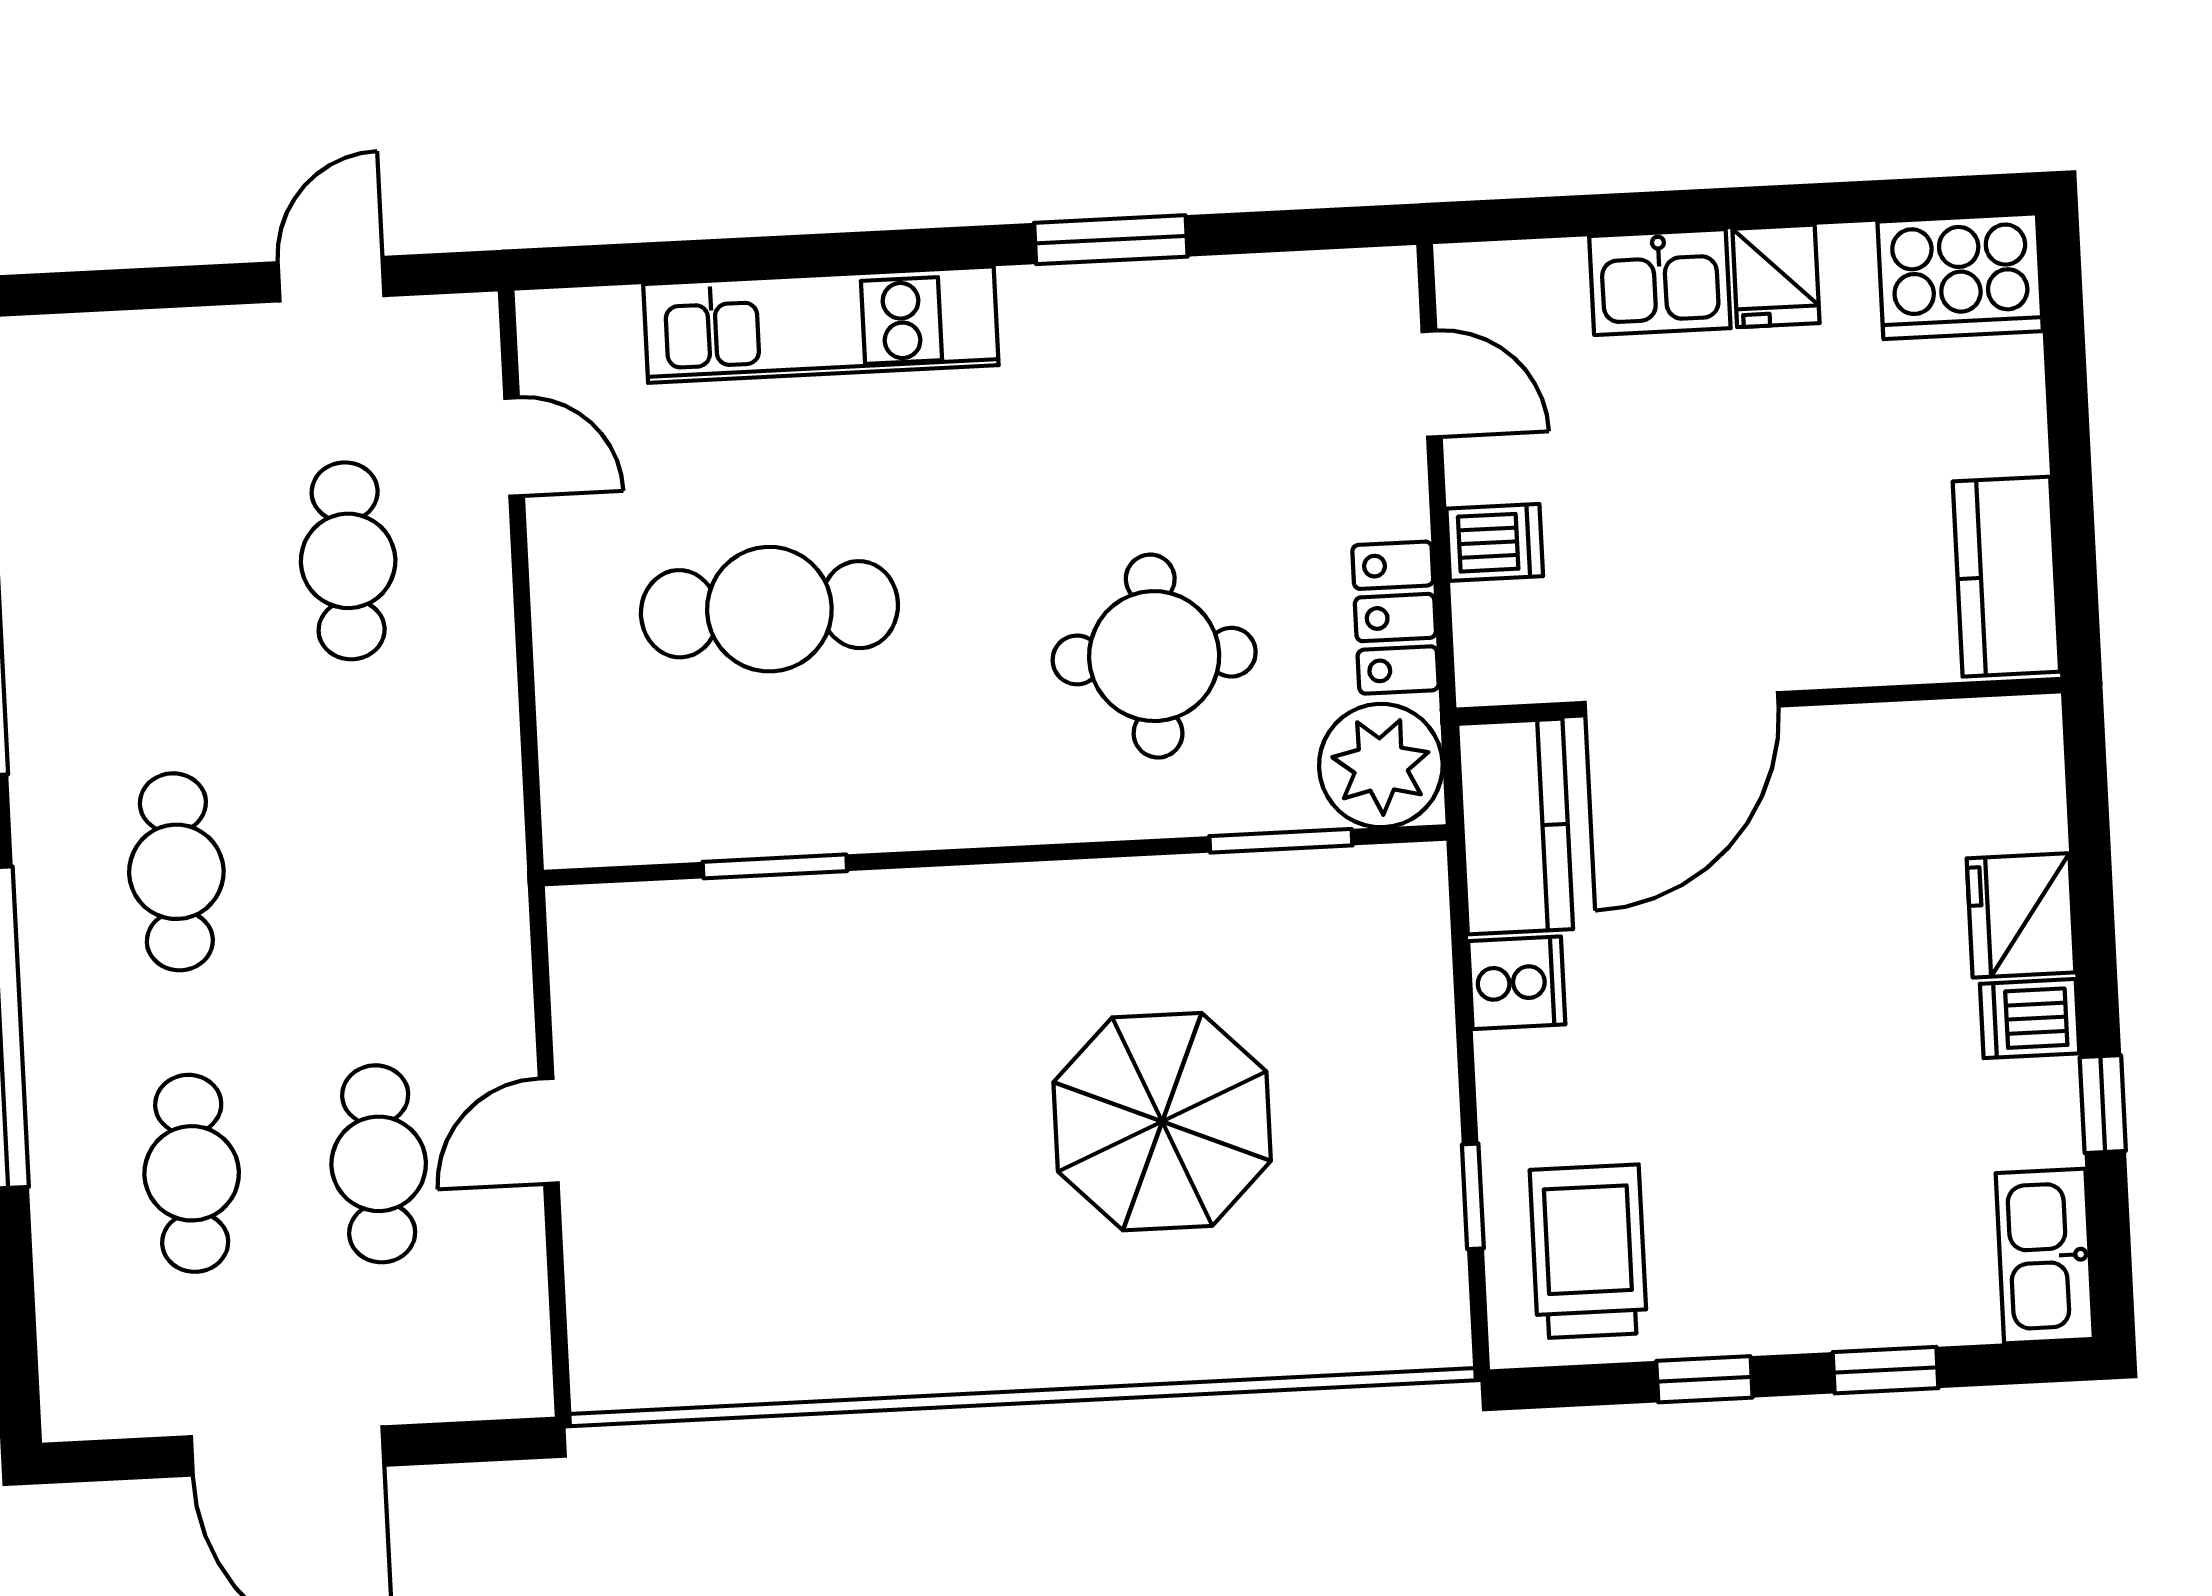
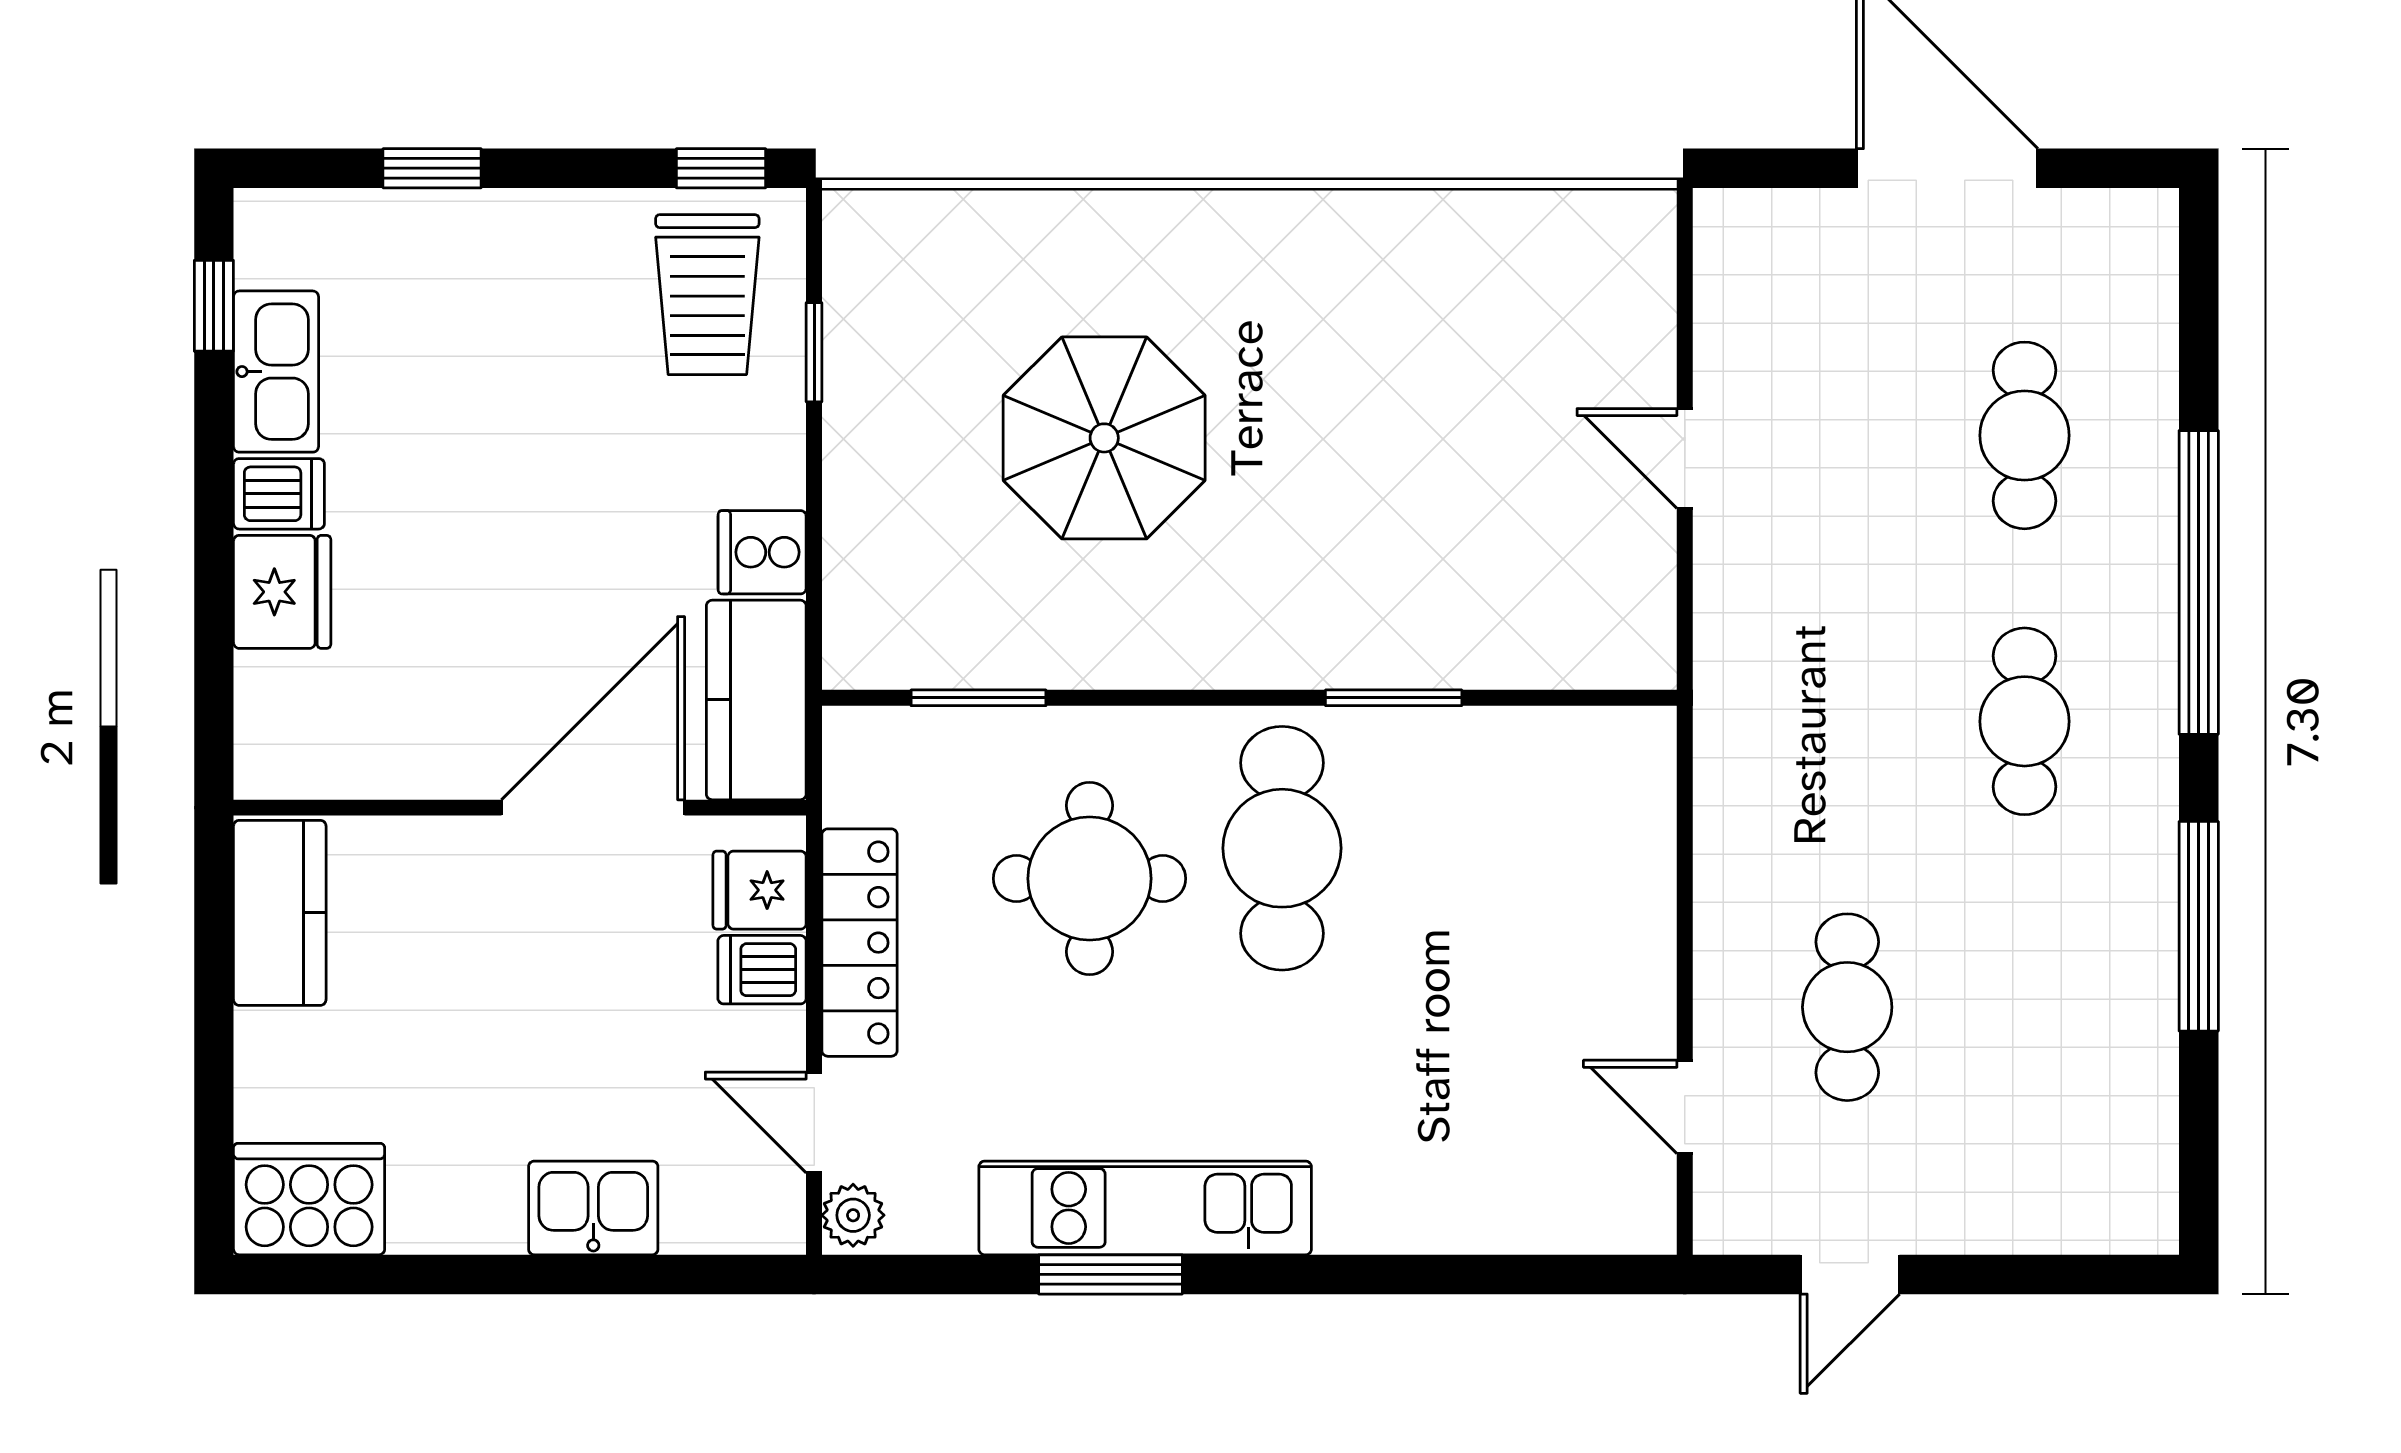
fridge: (1776, 276) -> (760, 890), moved, turned -90
kitchen unit: (821, 325) -> (1145, 1208), moved
cafe table: (769, 609) -> (1282, 848), moved, turned 90
locker: (1395, 618) -> (859, 943), width x1.53
plant: (1381, 766) -> (853, 1215), moved, width x0.53, depth x0.53
window: (775, 866) -> (1394, 698), moved
window: (2103, 1104) -> (214, 306), moved
door: (549, 1131) -> (1685, 458), swing flipped
cafe table: (379, 1164) -> (1847, 435), removed
kitchen sink: (2045, 1256) -> (276, 372), moved
window: (1704, 1379) -> (721, 168), moved

